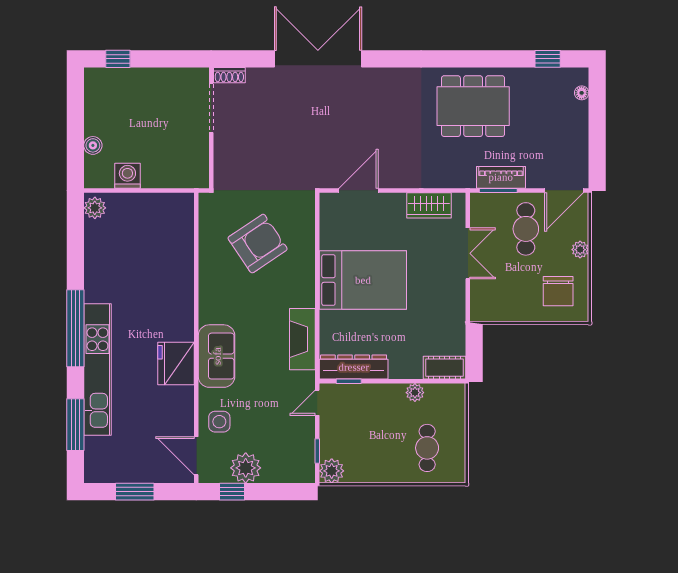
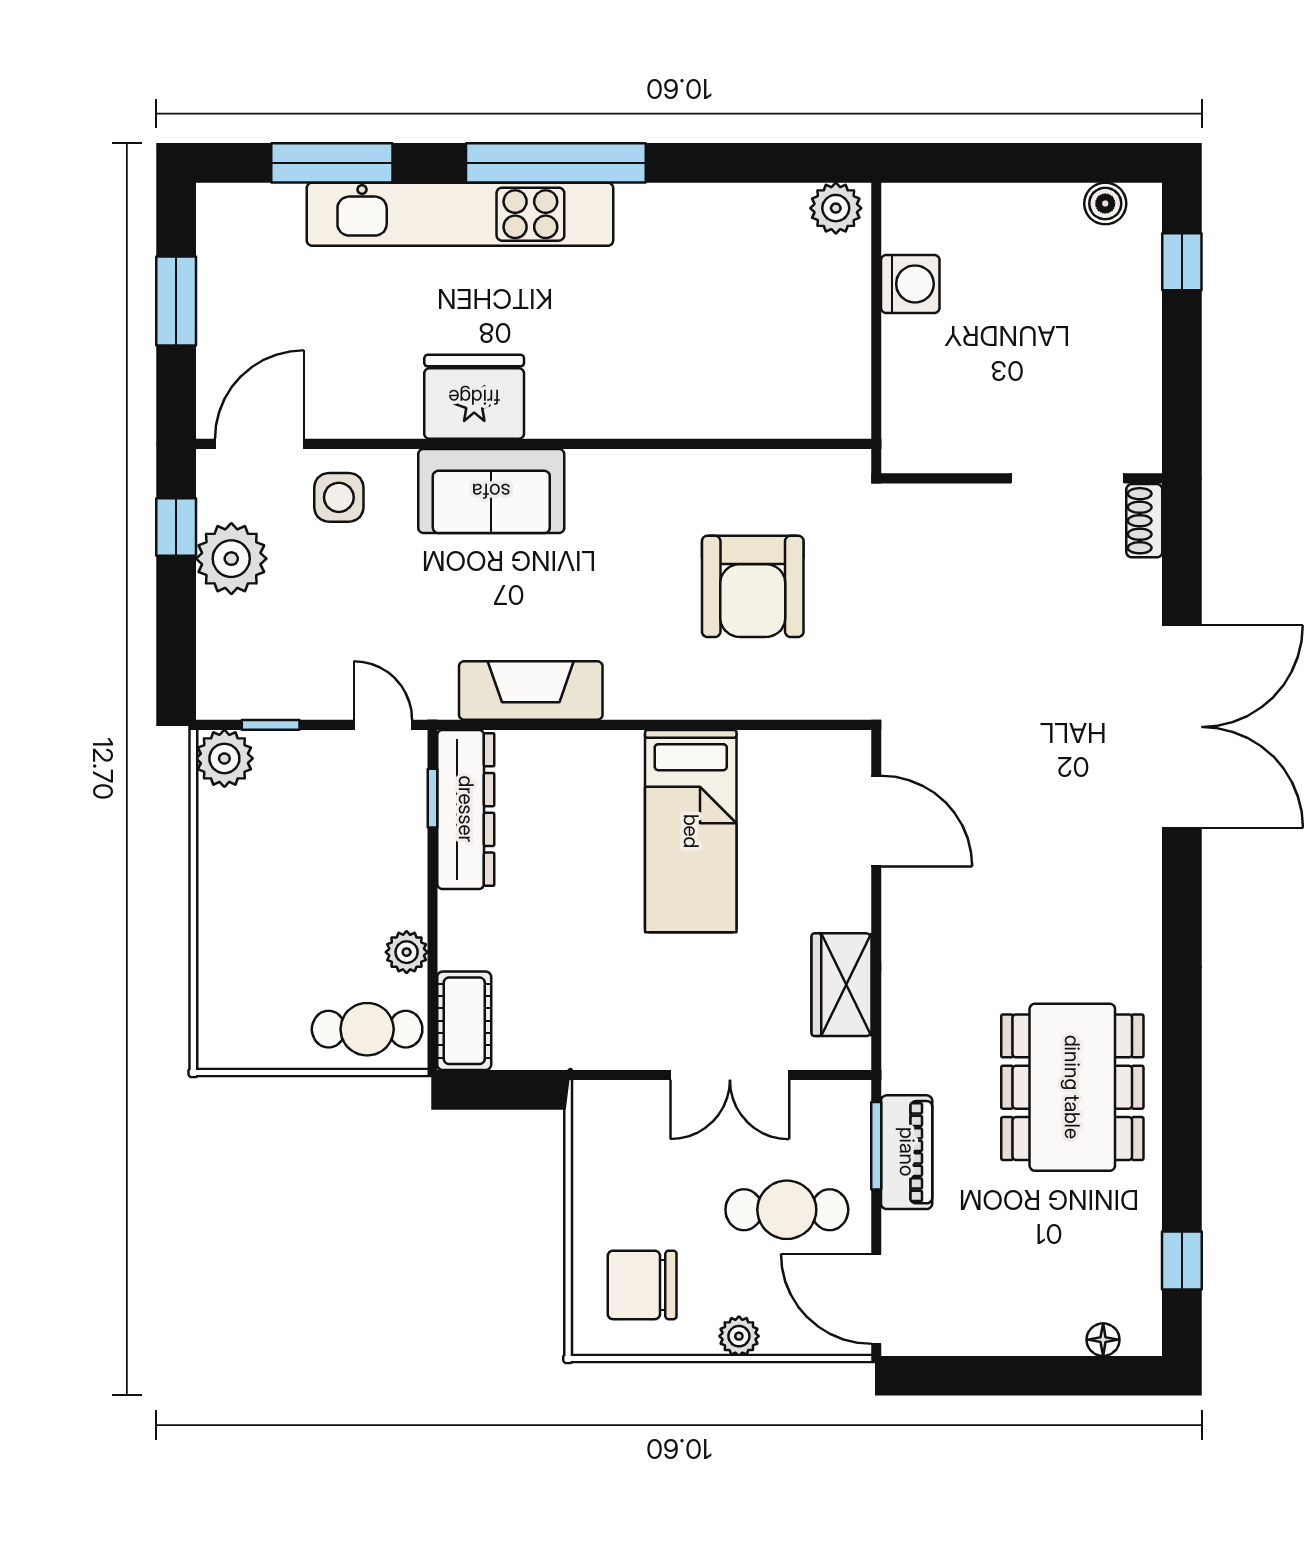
boiler: (93, 145) -> (1105, 204), moved
armchair: (258, 244) -> (753, 586), turned 34
bed: (363, 280) -> (691, 831), width x0.67
cafe table: (427, 448) -> (367, 1029), moved

